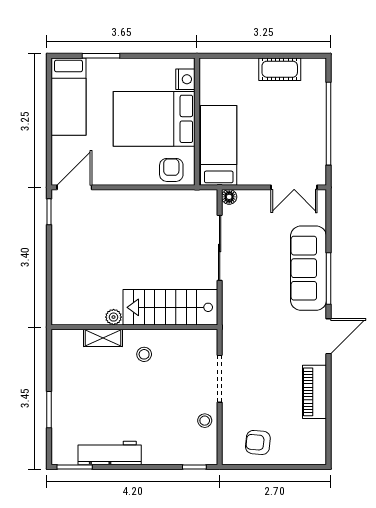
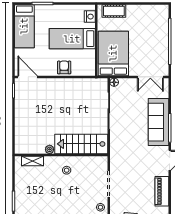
cot: (280, 69) -> (114, 11), moved
bed: (154, 119) -> (72, 39), width x0.67
bed: (219, 145) -> (113, 53), width x1.50
armchair: (171, 170) -> (64, 67), moved
door: (74, 187) -> (28, 77), hinge flipped
shelving: (103, 338) -> (33, 161), moved

